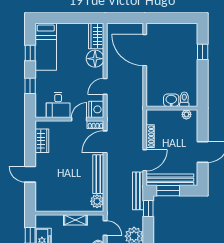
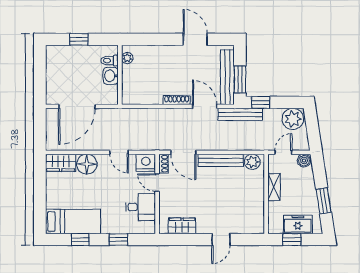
toilet: (184, 99) -> (109, 61), moved
washbasin: (171, 100) -> (111, 76), moved
wall: (172, 108) -> (120, 75), moved
plant: (186, 114) -> (127, 58), moved

